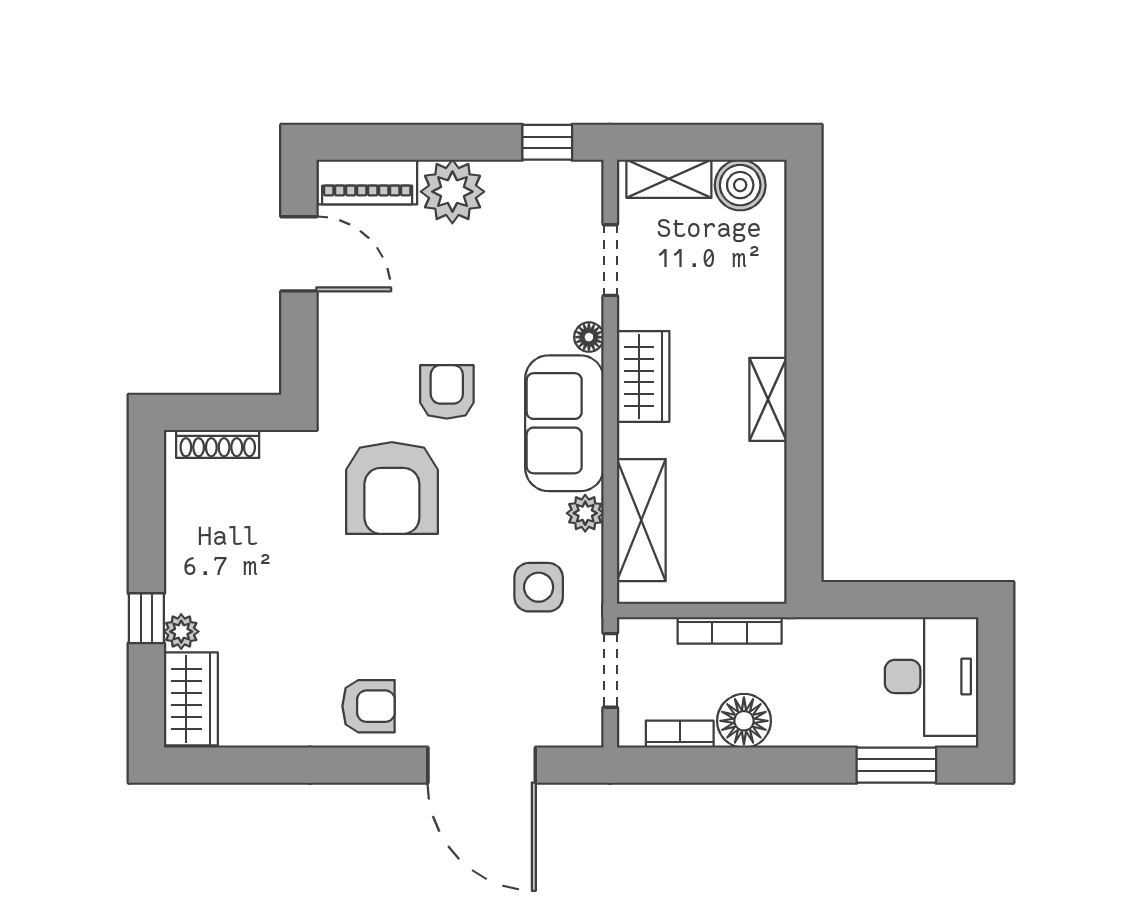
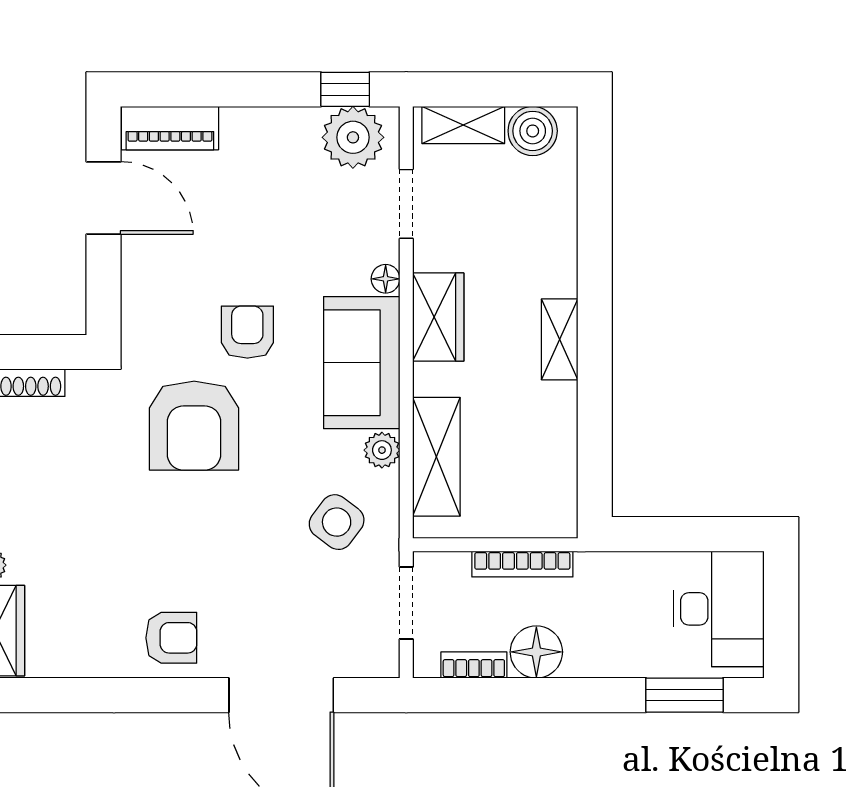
plant: (452, 192) -> (353, 137), moved
side table: (539, 587) -> (337, 522), turned 37

